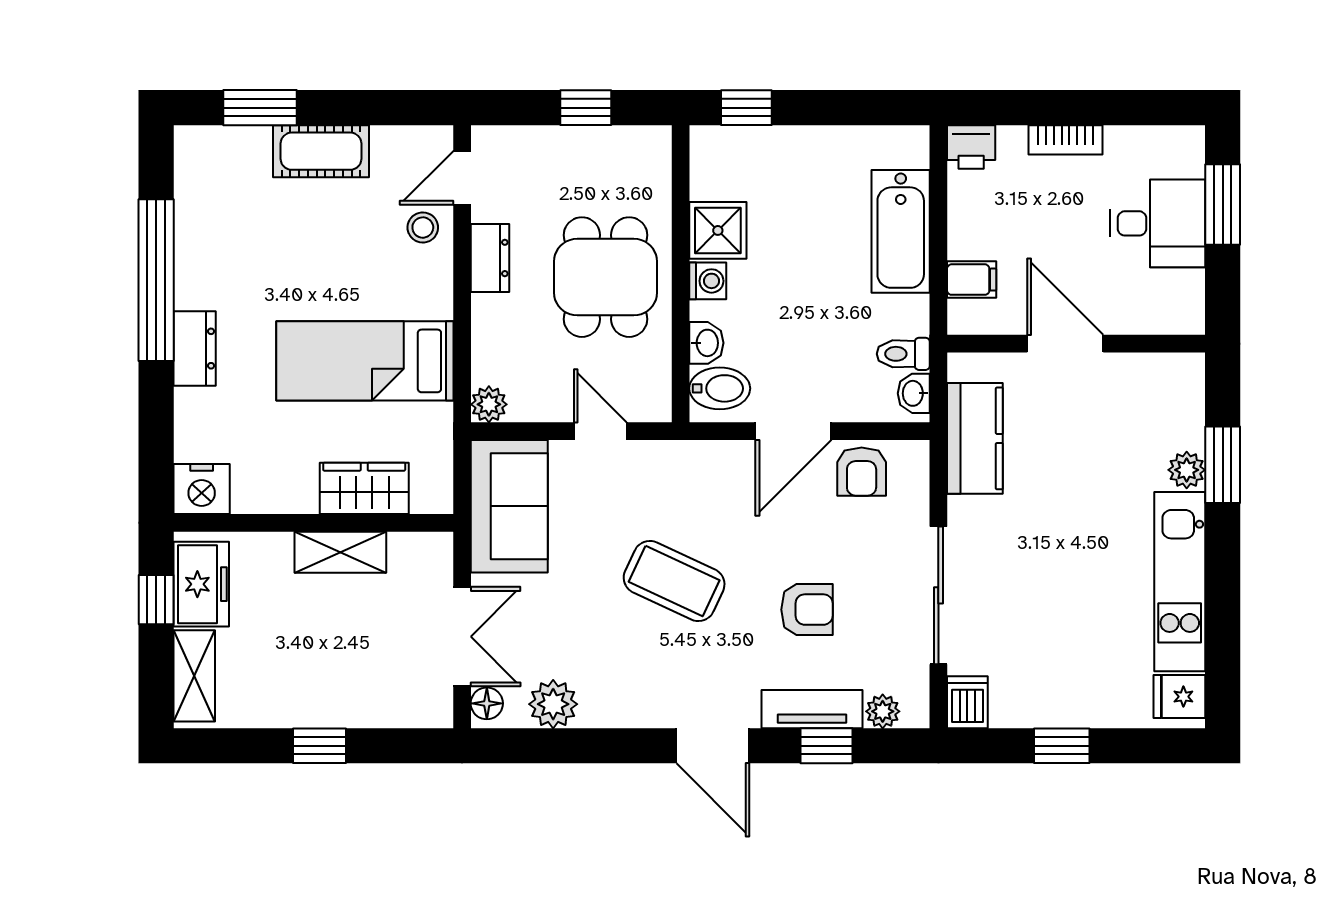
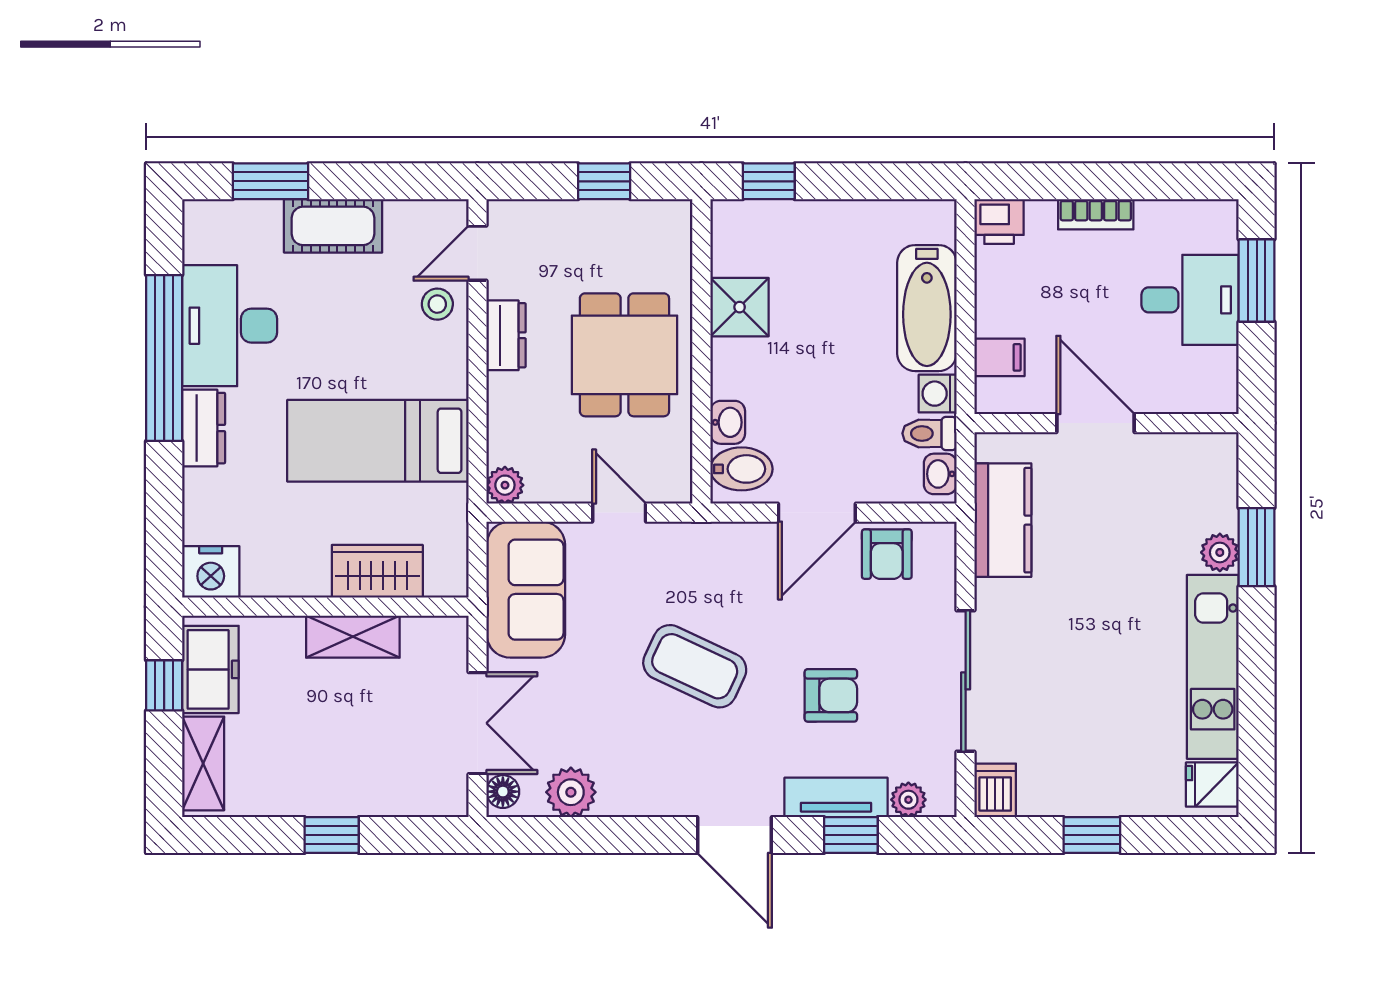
desk: (220, 249) -> (230, 326), added
washing machine: (708, 281) -> (938, 394), moved, turned 180

